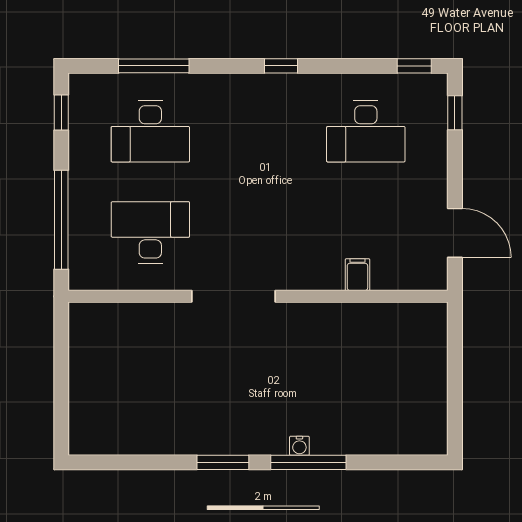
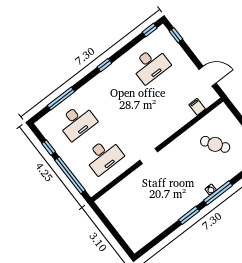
window: (61, 112) -> (49, 148), moved
desk: (150, 232) -> (104, 156), turned 180
filing cabinet: (357, 275) -> (197, 107), moved
doorway: (233, 296) -> (149, 156), width x0.53
cafe table: (372, 369) -> (215, 144), added

